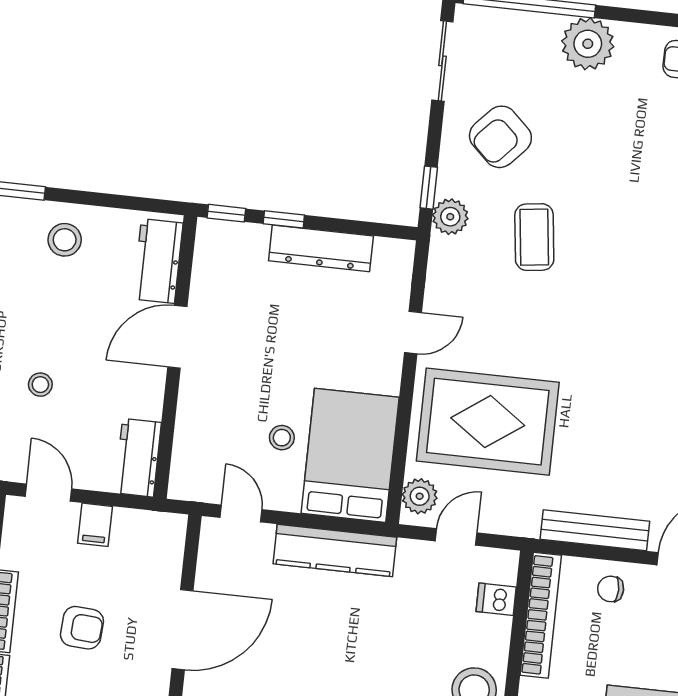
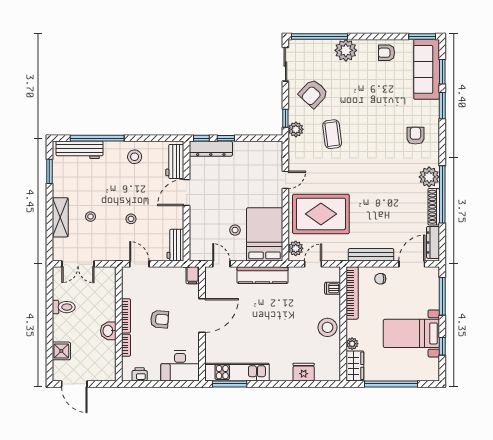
dresser: (321, 248) -> (211, 149), moved
filing cabinet: (95, 525) -> (193, 275), moved

